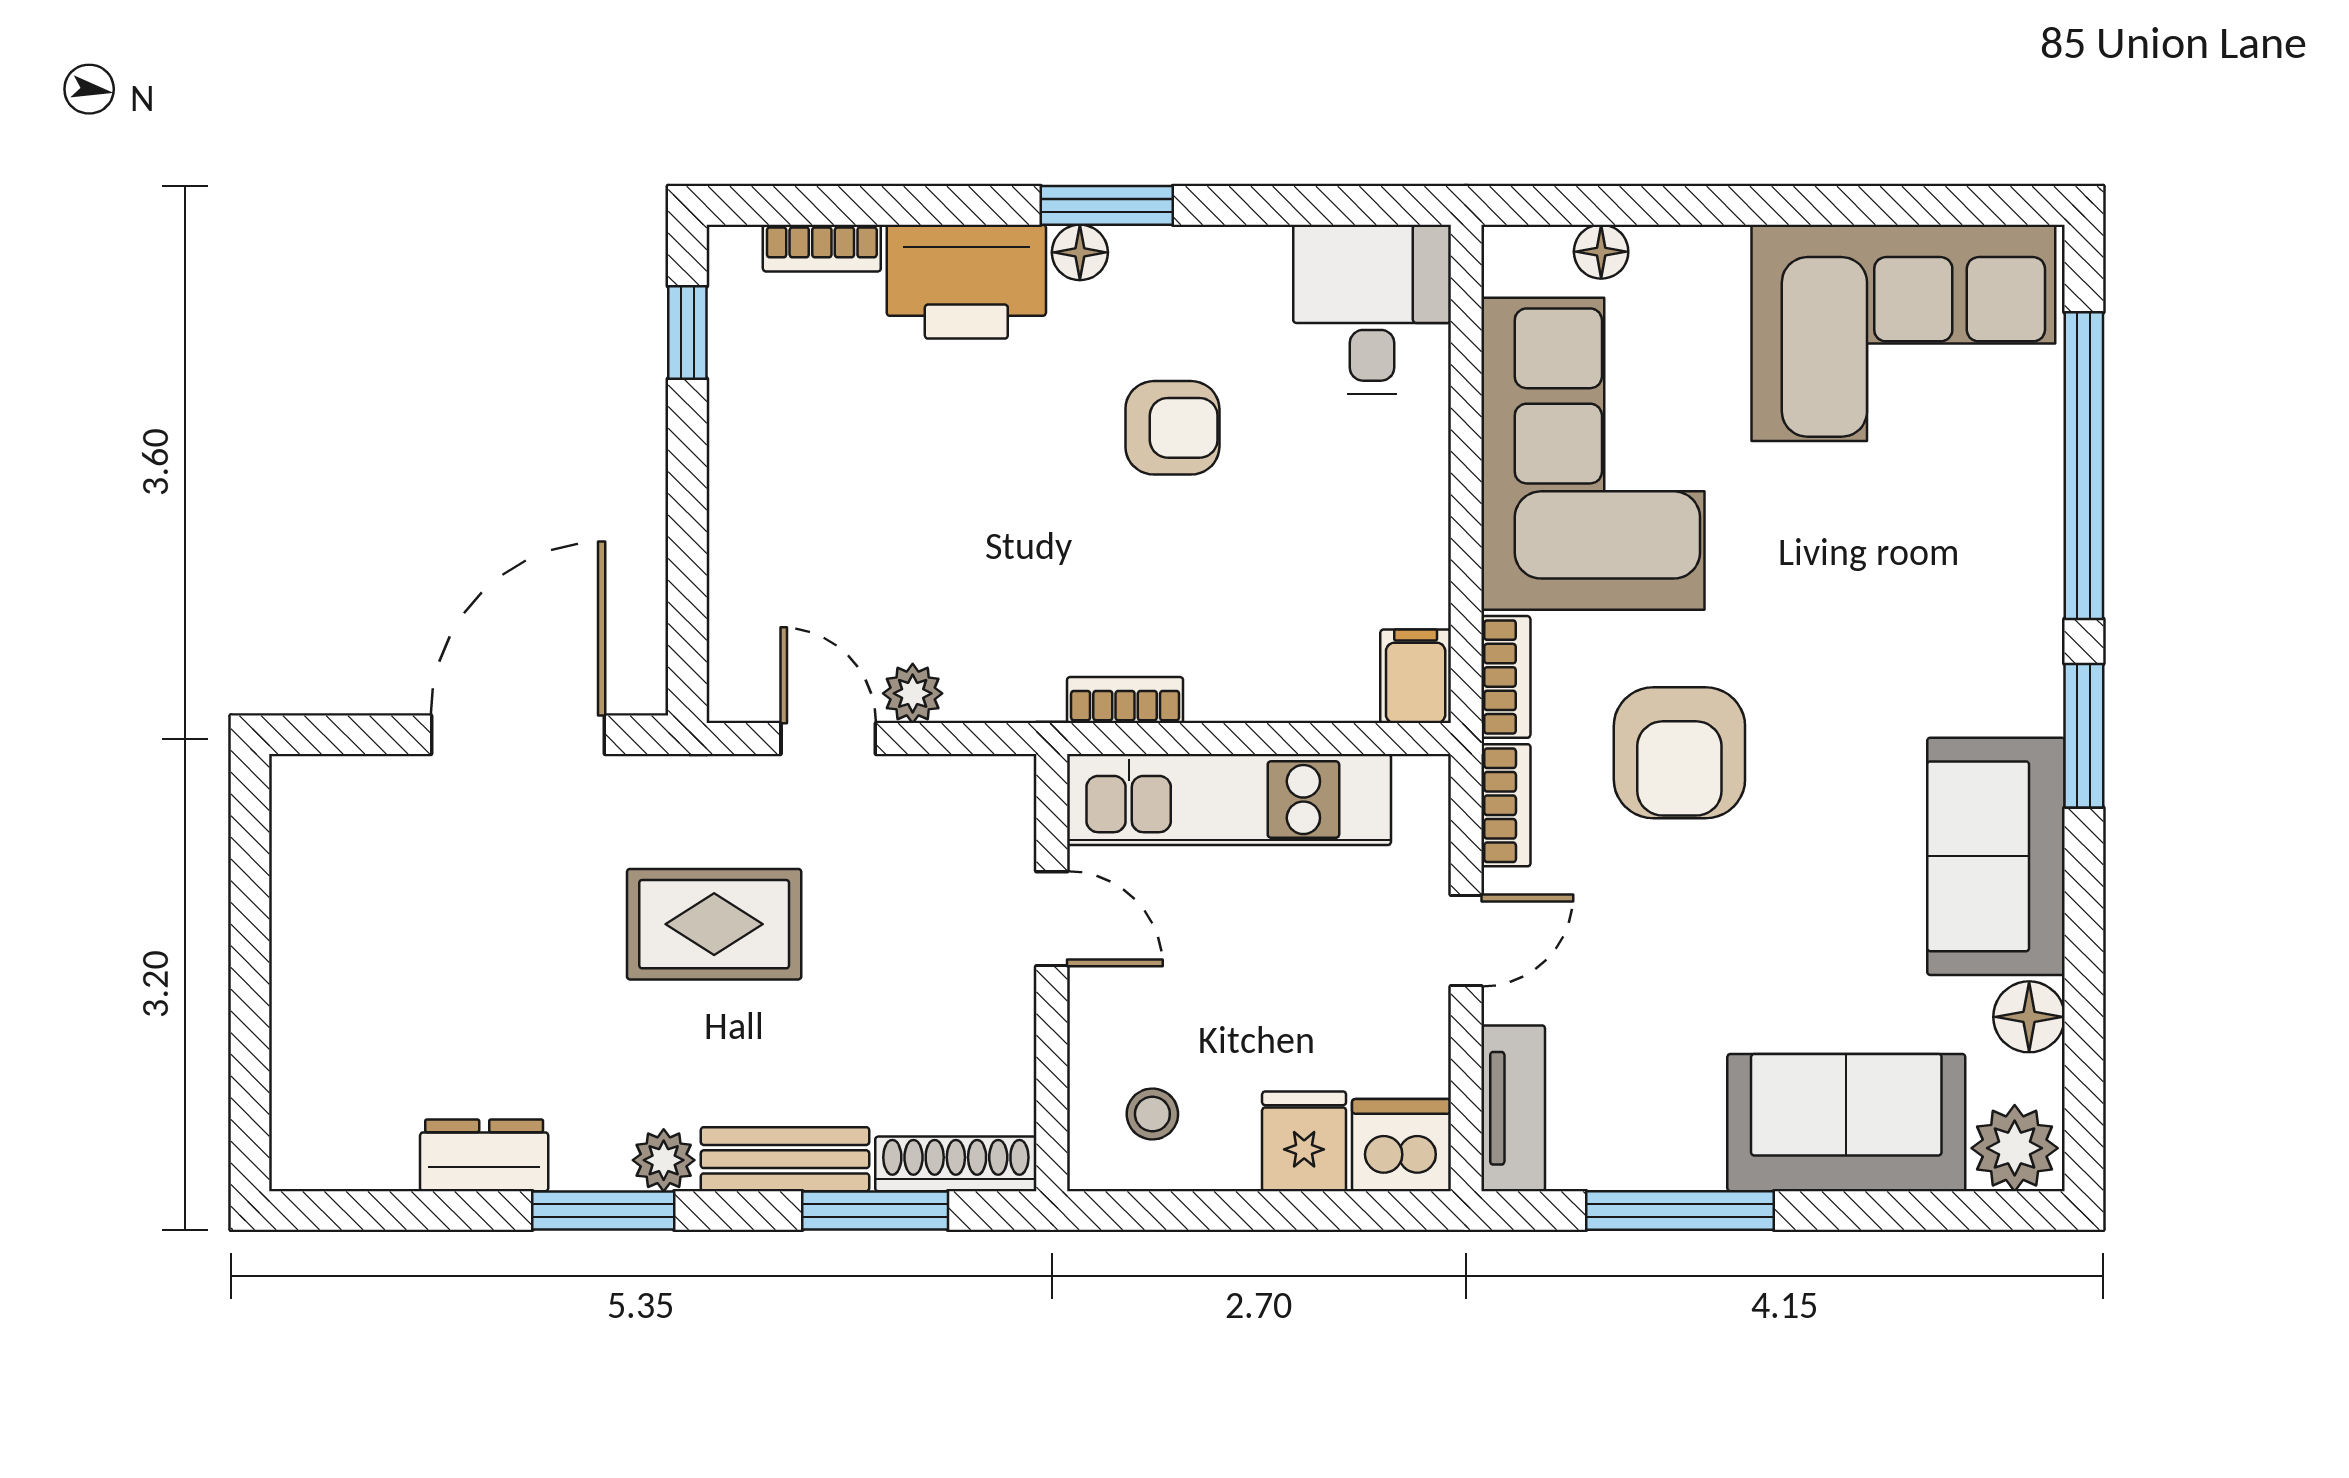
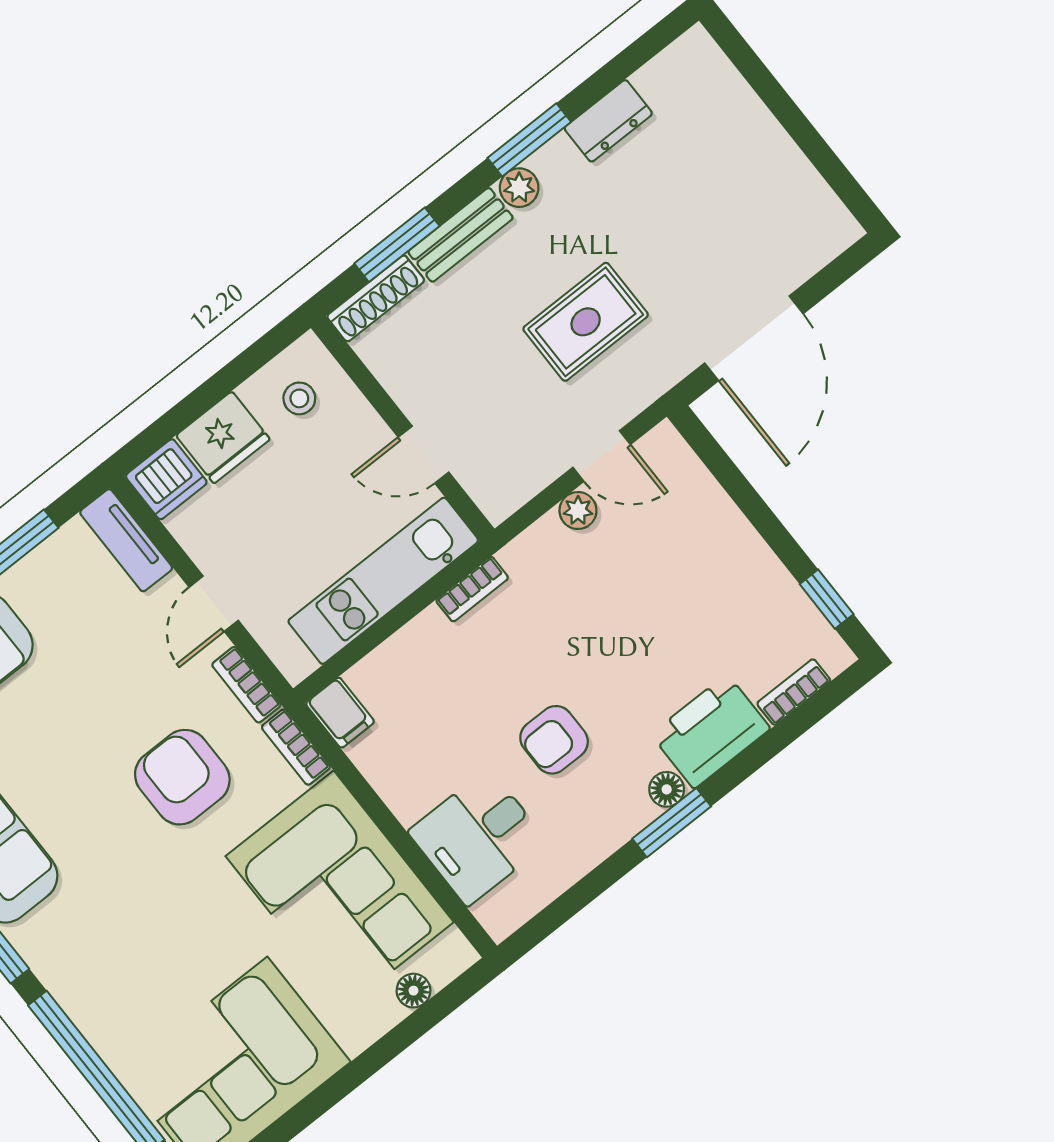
desk: (1372, 309) -> (478, 837), moved, turned 90
fridge: (1304, 1141) -> (223, 437), width x1.38

